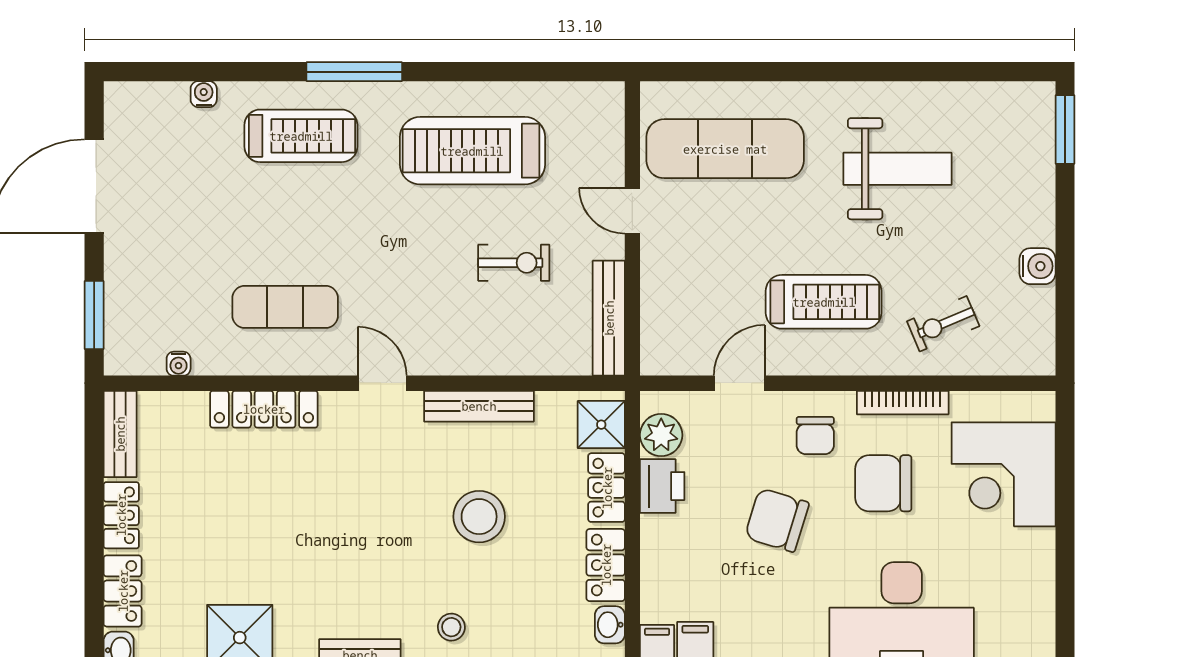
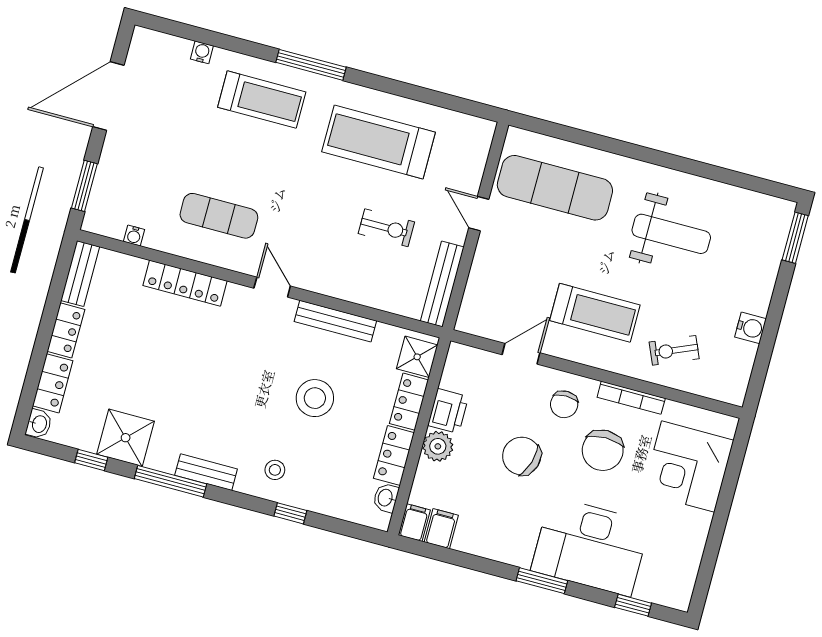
plant: (661, 435) -> (438, 446), moved
chair: (883, 483) -> (603, 450), turned -90

